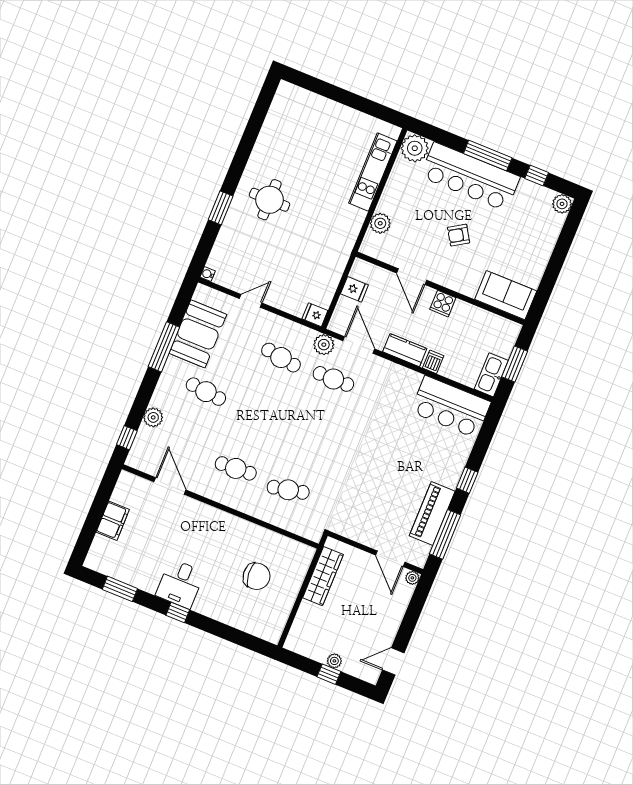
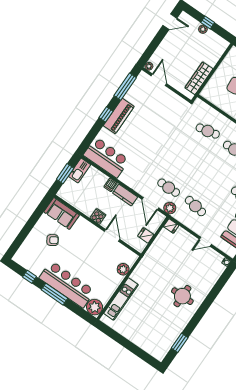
plant: (562, 204) -> (19, 258), removed
window: (221, 208) -> (180, 343), moved
armchair: (459, 235) -> (53, 240), moved
piano: (432, 514) -> (119, 116), moved

